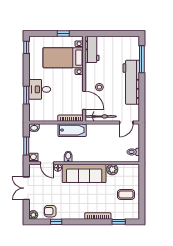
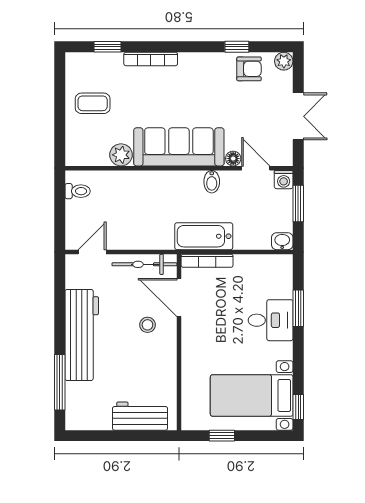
workbench: (92, 49) -> (140, 416), moved, turned 90
bed with nightstands: (63, 58) -> (252, 395), moved, turned 180

